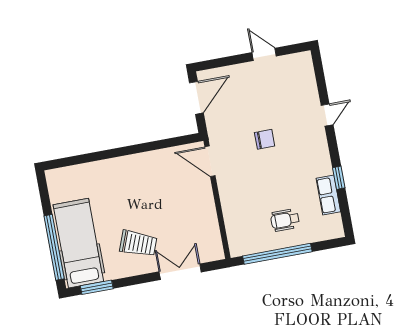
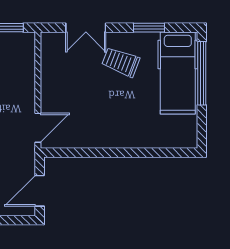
door: (210, 161) -> (38, 128), hinge flipped
window: (97, 287) -> (149, 28), moved

